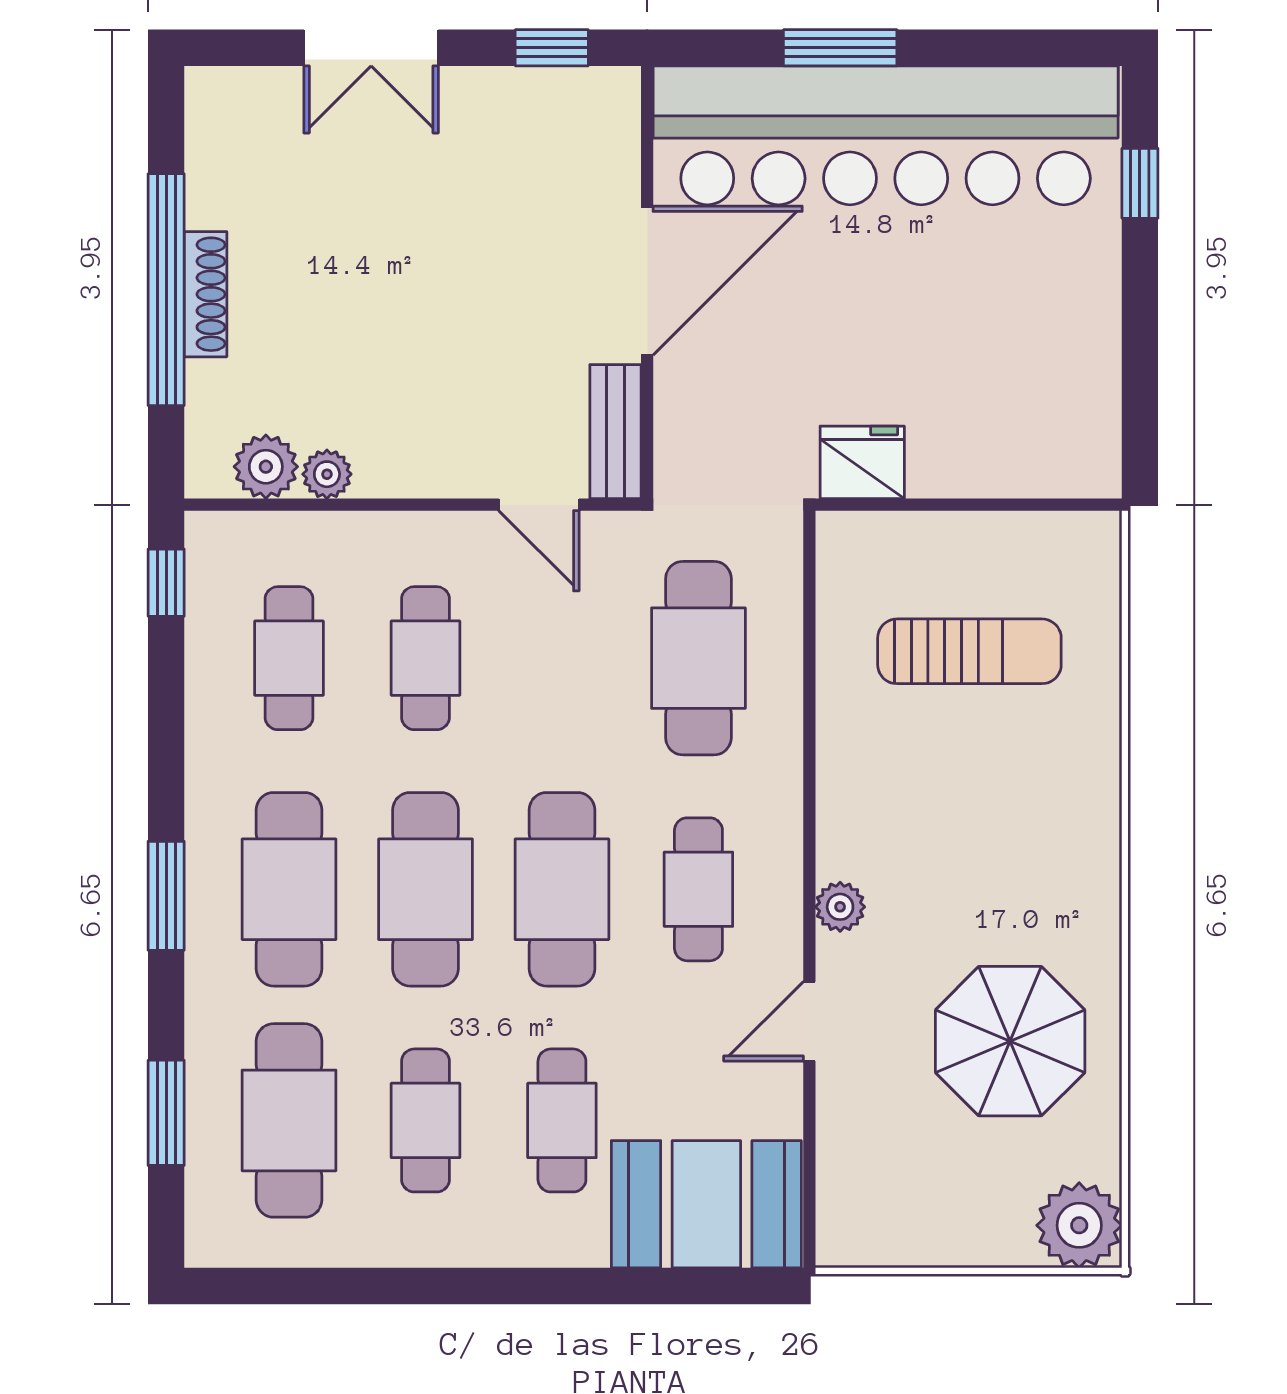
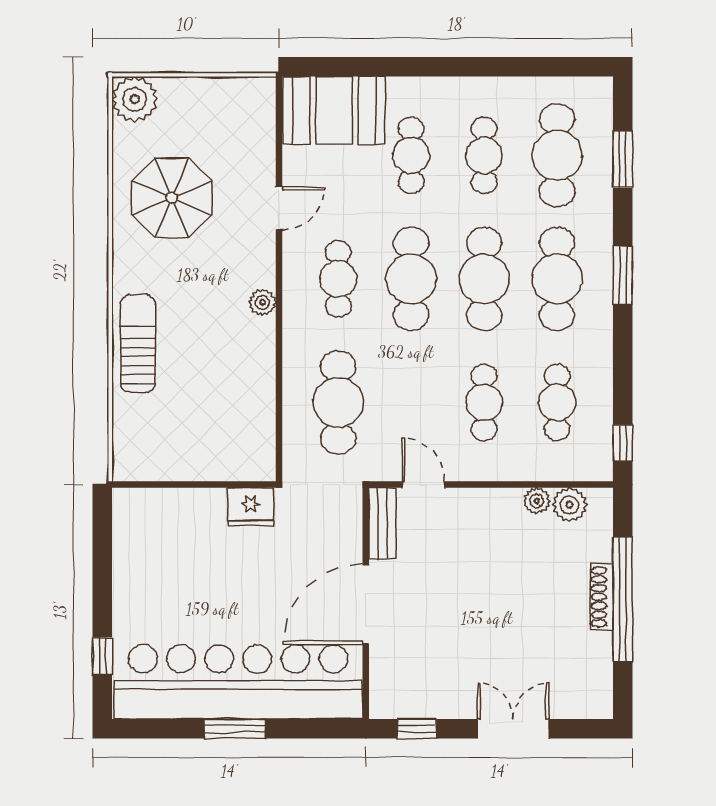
window: (840, 48) -> (235, 729), moved
sun lounger: (969, 651) -> (138, 343), moved, turned 90
plant: (840, 907) -> (263, 302), moved

